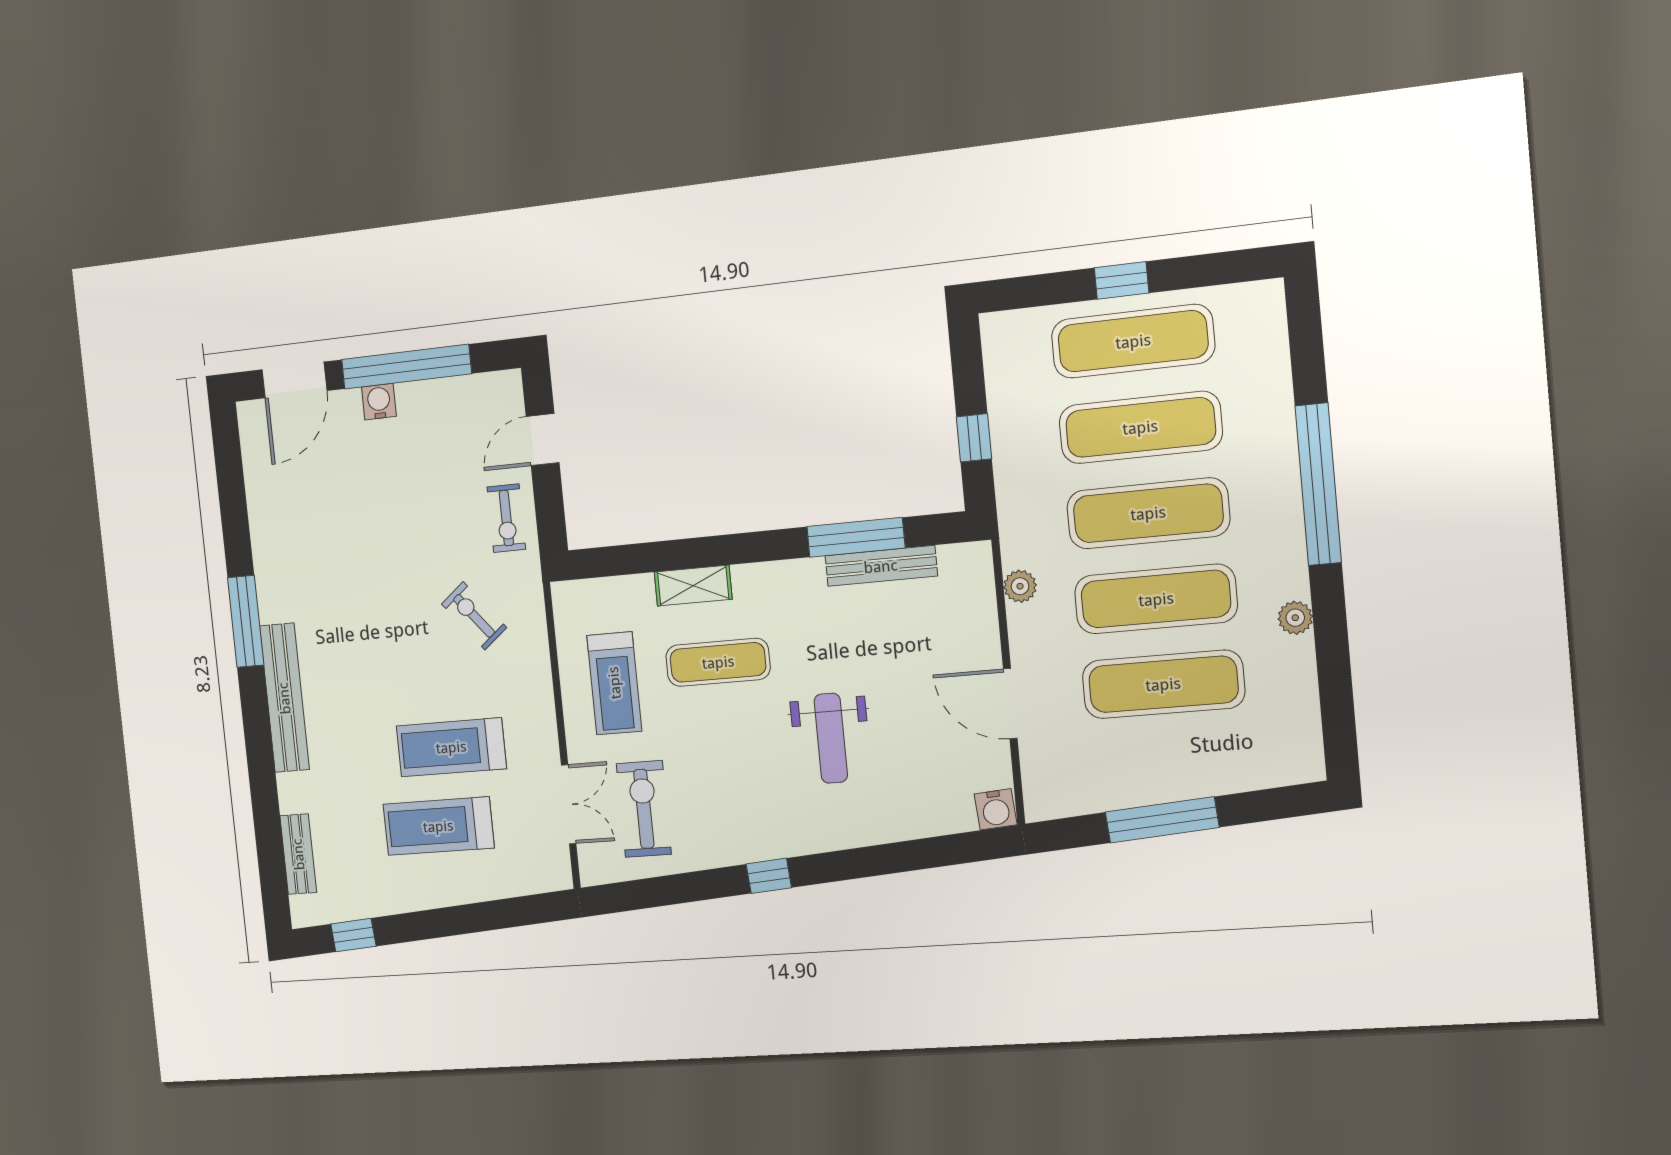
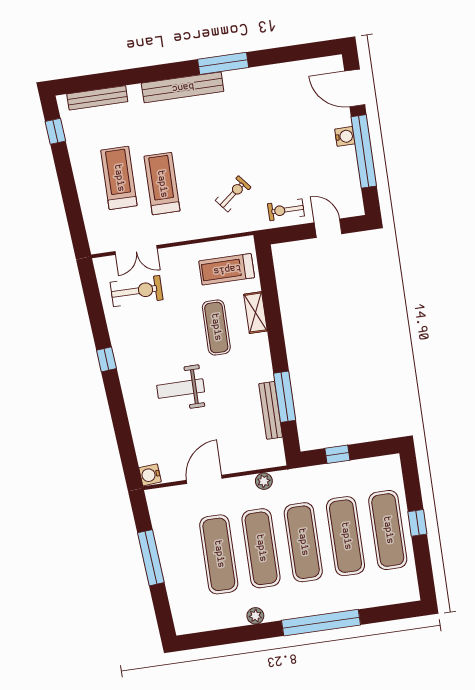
treadmill: (614, 683) -> (227, 269), moved
bench: (298, 854) -> (97, 98), width x1.36

